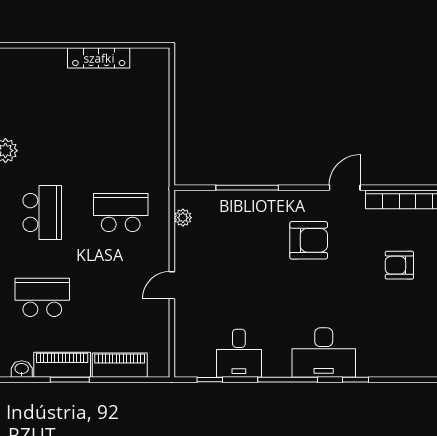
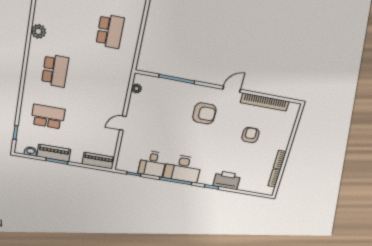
school desk: (121, 212) -> (110, 31), moved, turned 90
armchair: (399, 265) -> (250, 135), turned 90
desk: (324, 353) -> (183, 169), moved
printer: (380, 361) -> (227, 180), added
piano: (120, 365) -> (98, 161), moved

